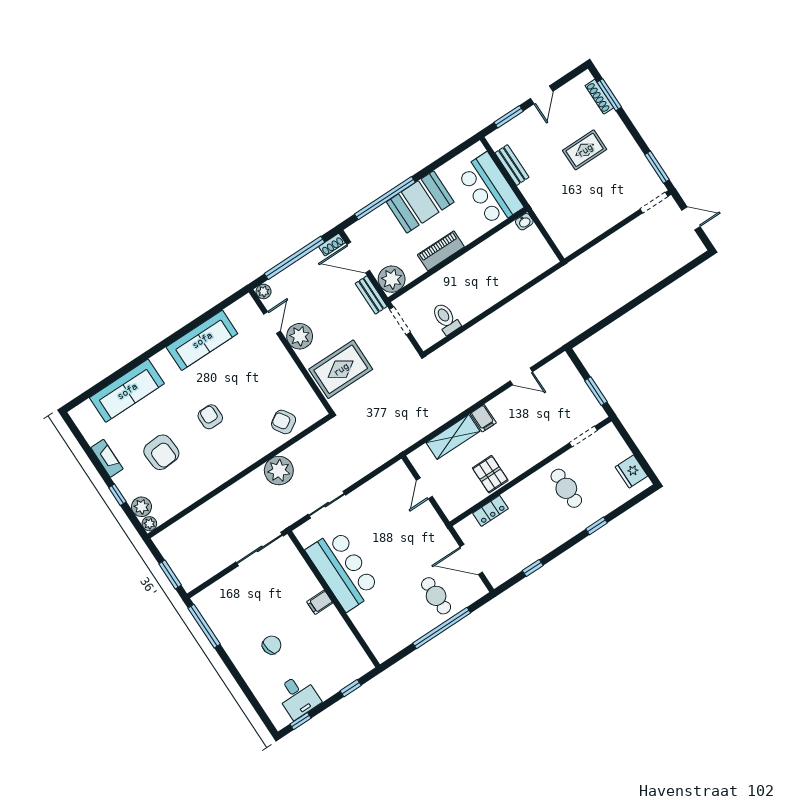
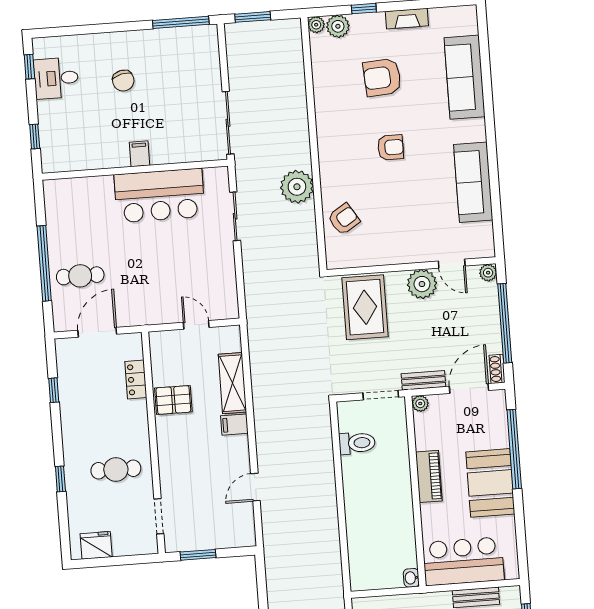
plant: (392, 279) -> (420, 403), width x0.53, depth x0.53

